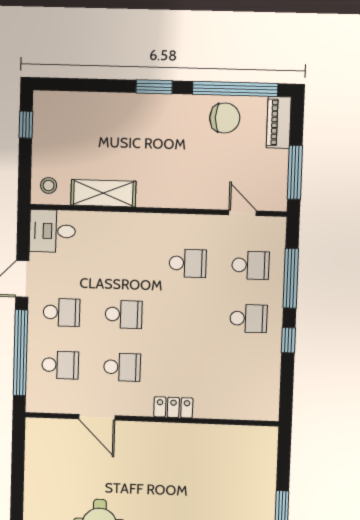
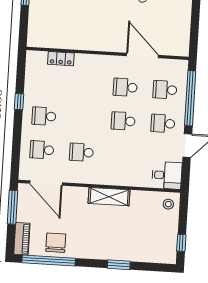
window: (154, 87) -> (119, 265), moved
chair: (225, 118) -> (56, 243), turned 90
shelving: (103, 193) -> (109, 197), moved
door: (242, 213) -> (46, 183), width x1.87
window: (291, 278) -> (17, 141), removed
locker: (173, 407) -> (61, 59), moved
door: (97, 417) -> (142, 55), width x1.36

